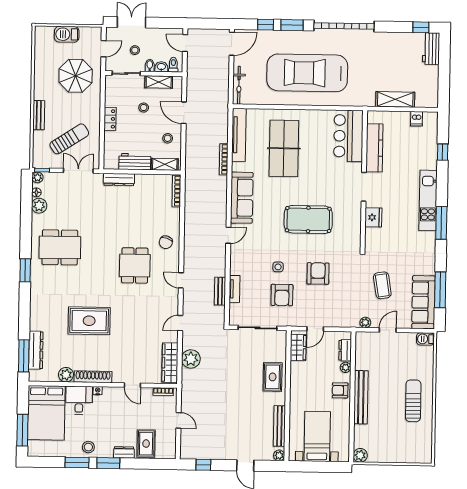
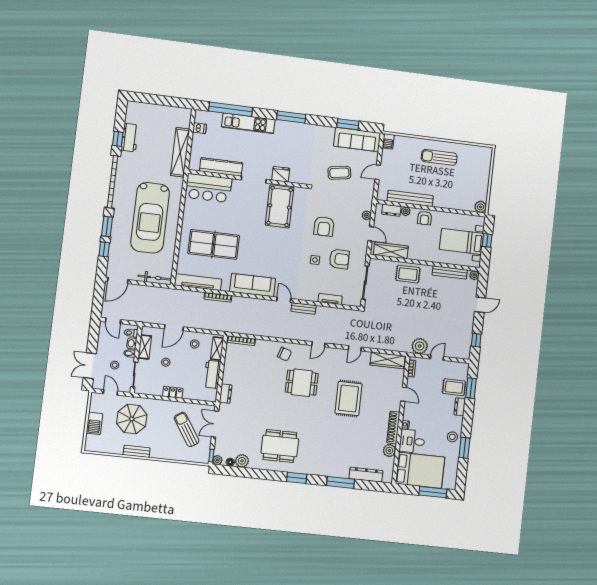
window: (421, 27) -> (118, 139), moved
door: (185, 43) -> (113, 321), hinge flipped
door: (232, 44) -> (118, 280), swing flipped
workbench: (431, 49) -> (130, 138), moved, turned -90
shelving: (395, 99) -> (180, 152), width x1.47
bench: (39, 115) -> (137, 451), moved
window: (443, 152) -> (231, 109), width x3.17
dresser: (119, 179) -> (226, 394), width x0.70
kitchen unit: (428, 200) -> (248, 123), moved
pool table: (308, 219) -> (280, 206), moved
dining table: (60, 247) -> (280, 446), turned 90
armchair: (318, 273) -> (324, 226), turned -90
window: (440, 290) -> (348, 124), width x0.69
bench: (220, 291) -> (304, 308), moved
rug: (89, 321) -> (349, 398), moved
plant: (365, 322) -> (367, 215), moved
door: (180, 323) -> (355, 348), hinge flipped
door: (388, 330) -> (378, 172), hinge flipped
wardrobe: (298, 348) -> (391, 250), width x1.50
window: (24, 356) -> (341, 482), moved
plant: (191, 359) -> (420, 346), moved
door: (132, 385) -> (404, 394), hinge flipped
bench: (361, 397) -> (410, 198), moved
window: (108, 463) -> (471, 388), moved
window: (322, 467) -> (487, 240), added

